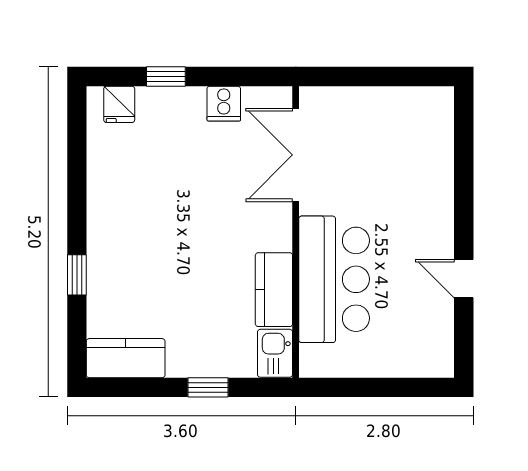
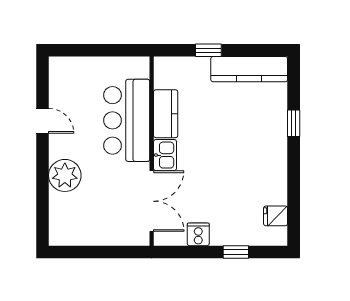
fridge: (119, 104) -> (276, 216), moved, turned -90
plant: (429, 194) -> (65, 175), added
kitchen sink: (275, 353) -> (165, 155), moved
kitchen counter: (126, 358) -> (249, 69), width x1.50

